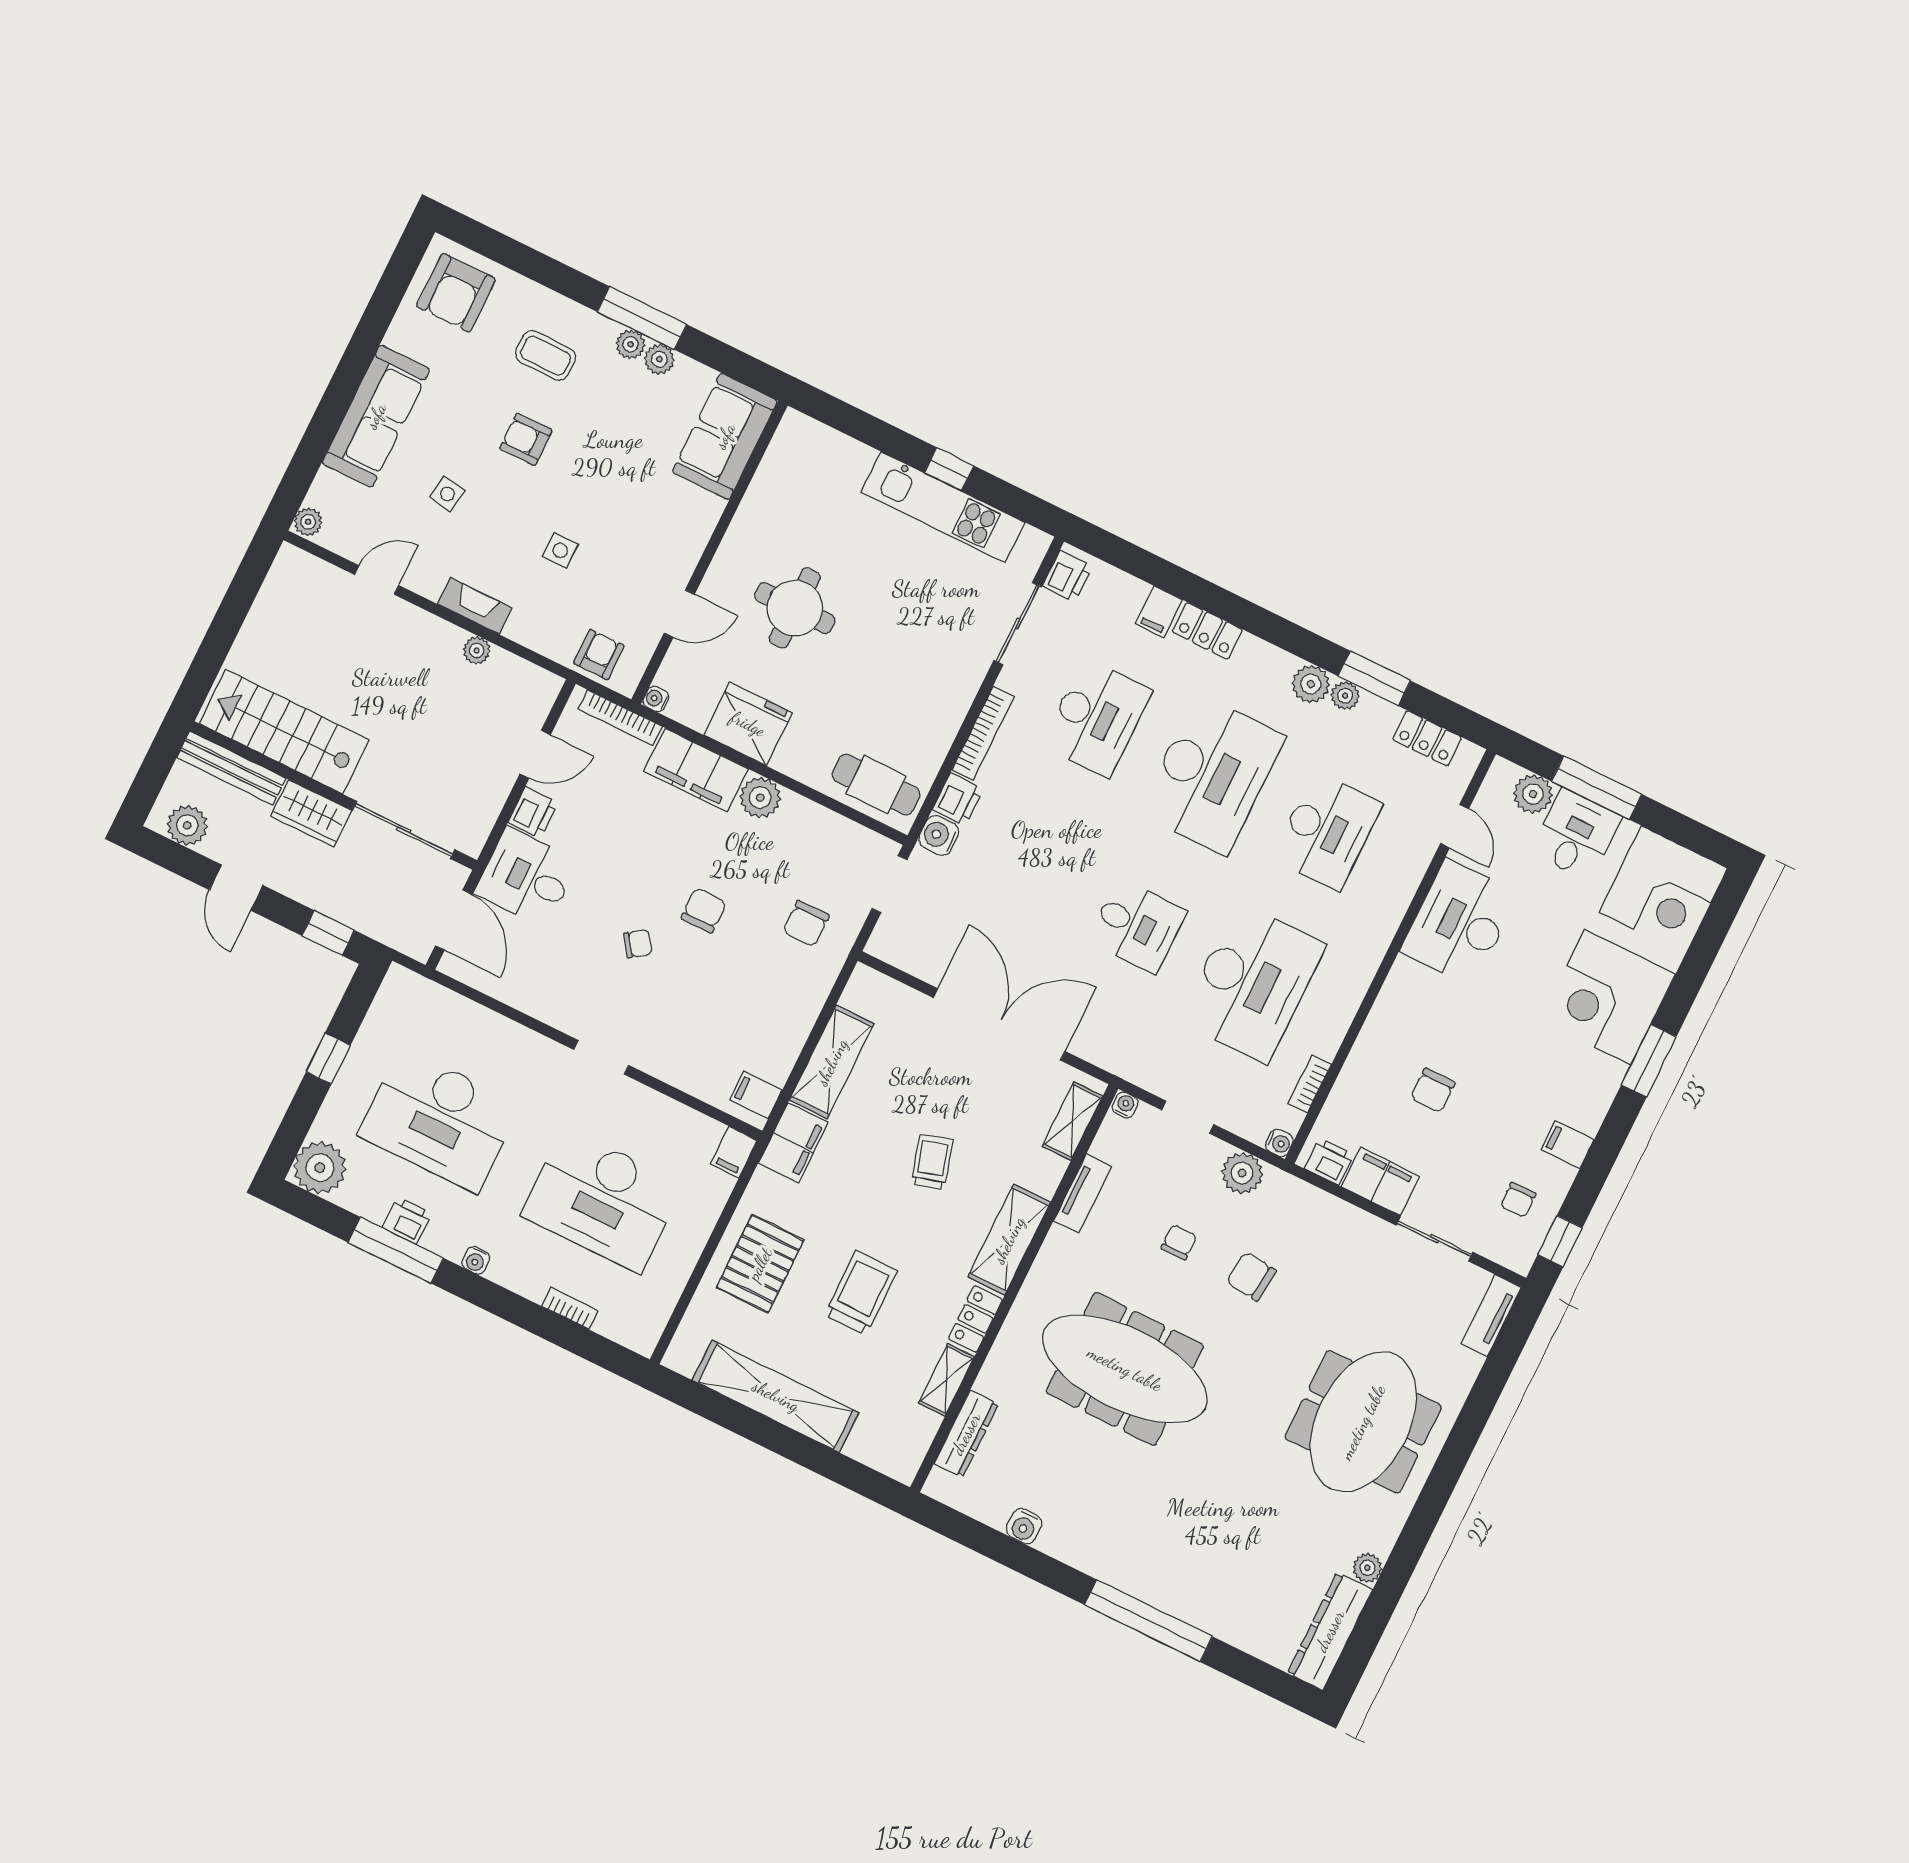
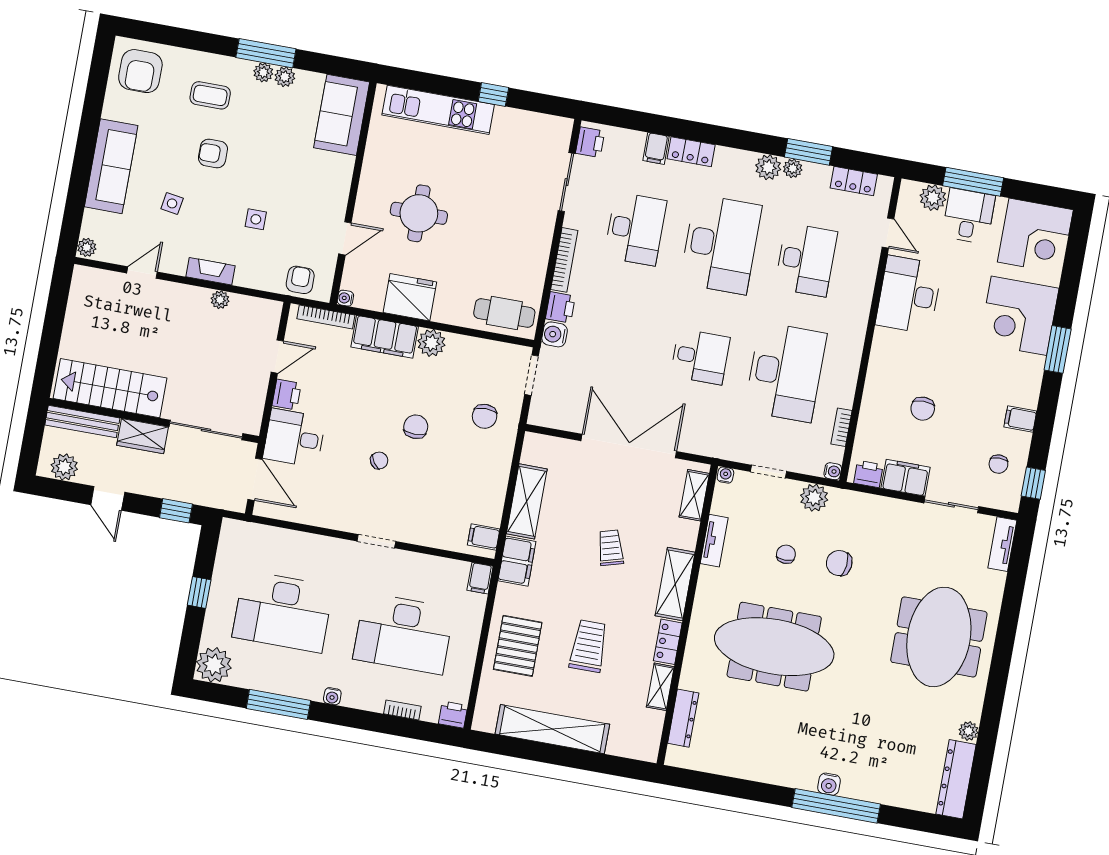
kitchen unit: (943, 507) -> (438, 110), moved
printer: (407, 1221) -> (453, 715), moved
water cooler: (1024, 1526) -> (829, 784), moved

